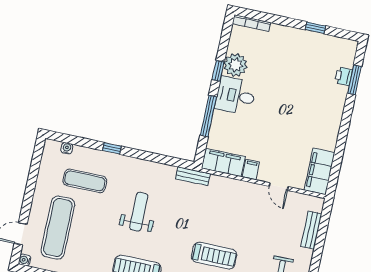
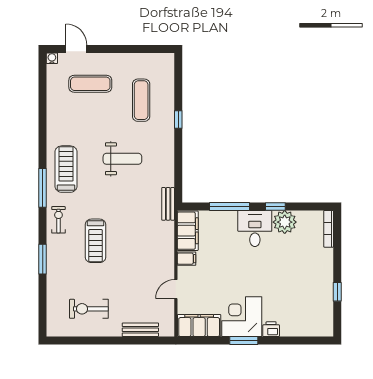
printer: (344, 76) -> (271, 329), moved
window: (355, 80) -> (244, 341), moved
corner desk: (320, 127) -> (242, 317), added
water cooler: (67, 148) -> (169, 76), removed
exercise mat: (58, 227) -> (90, 84), width x0.73, depth x0.69

